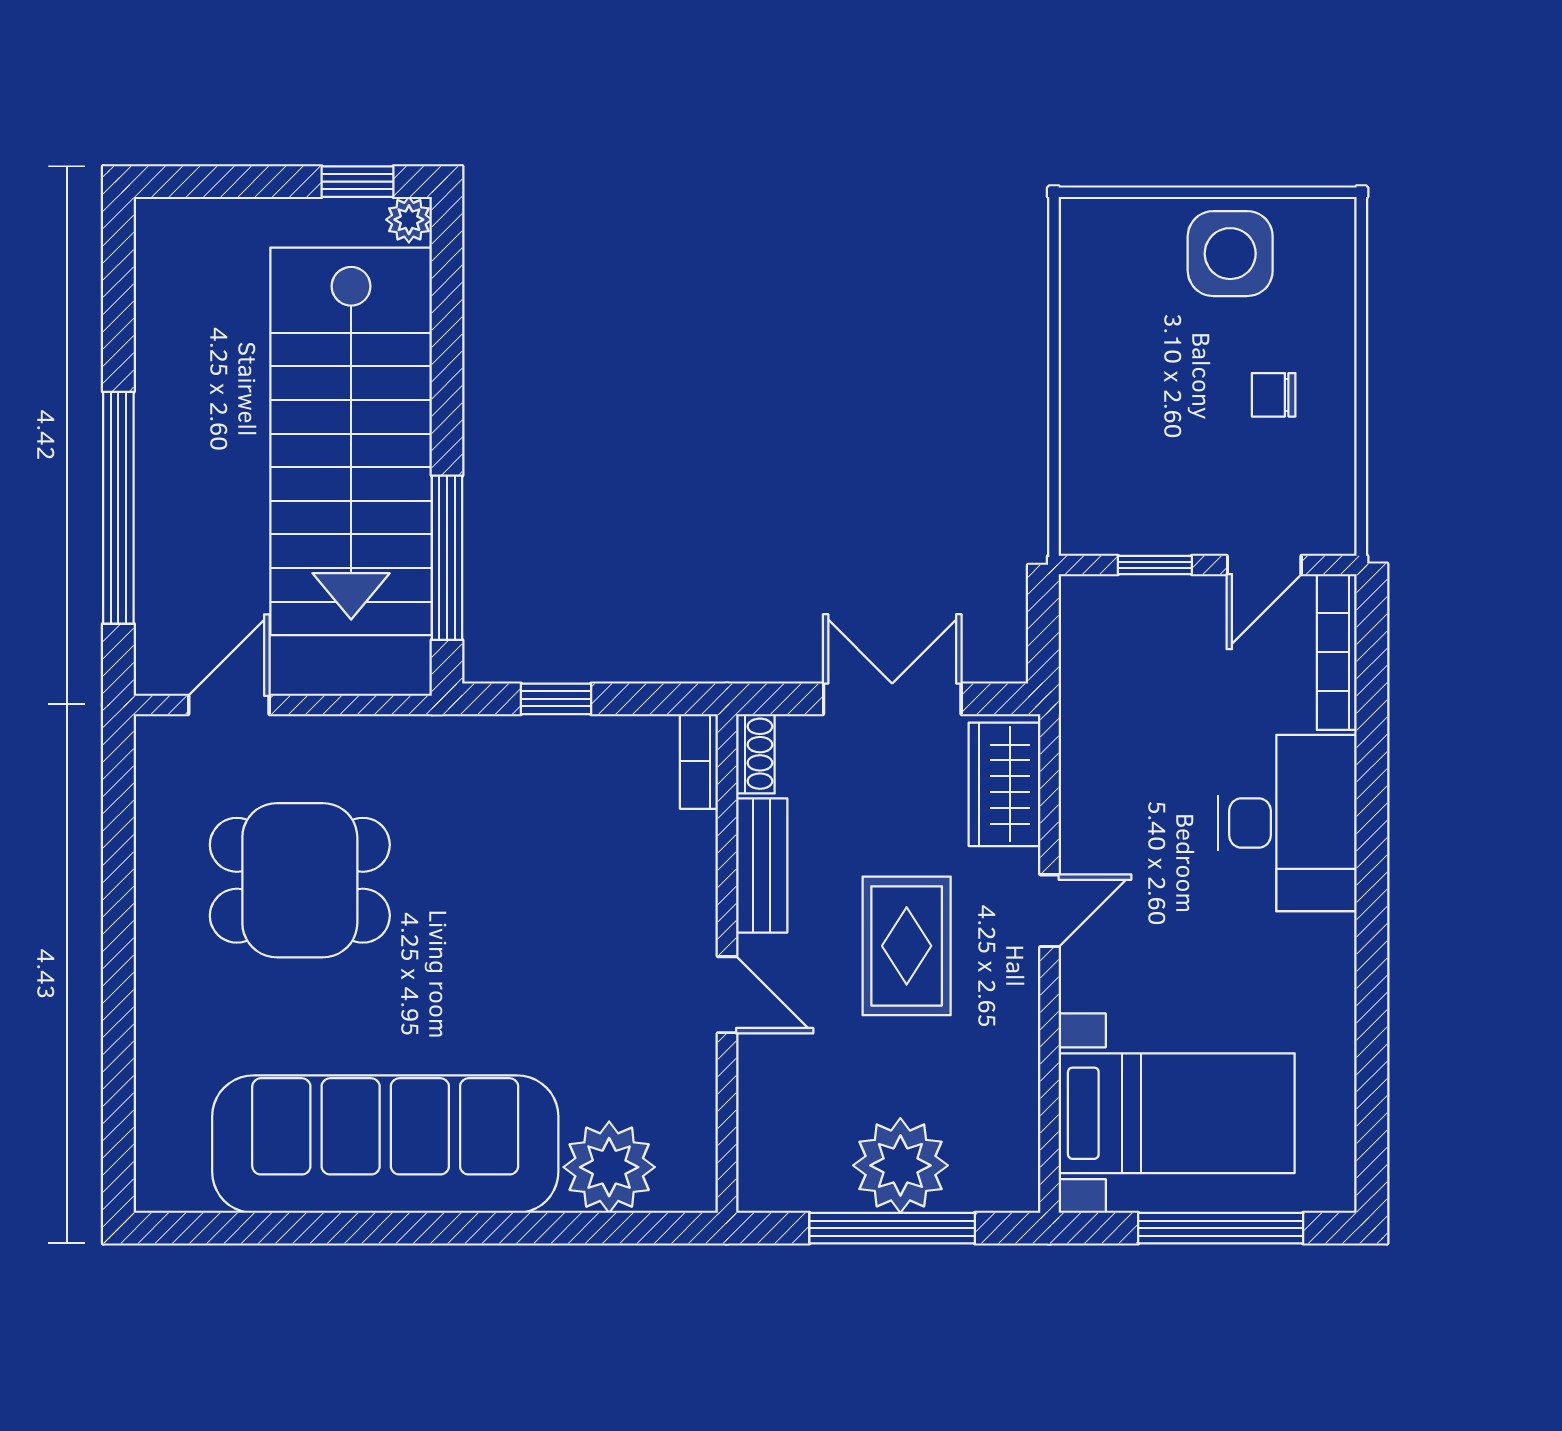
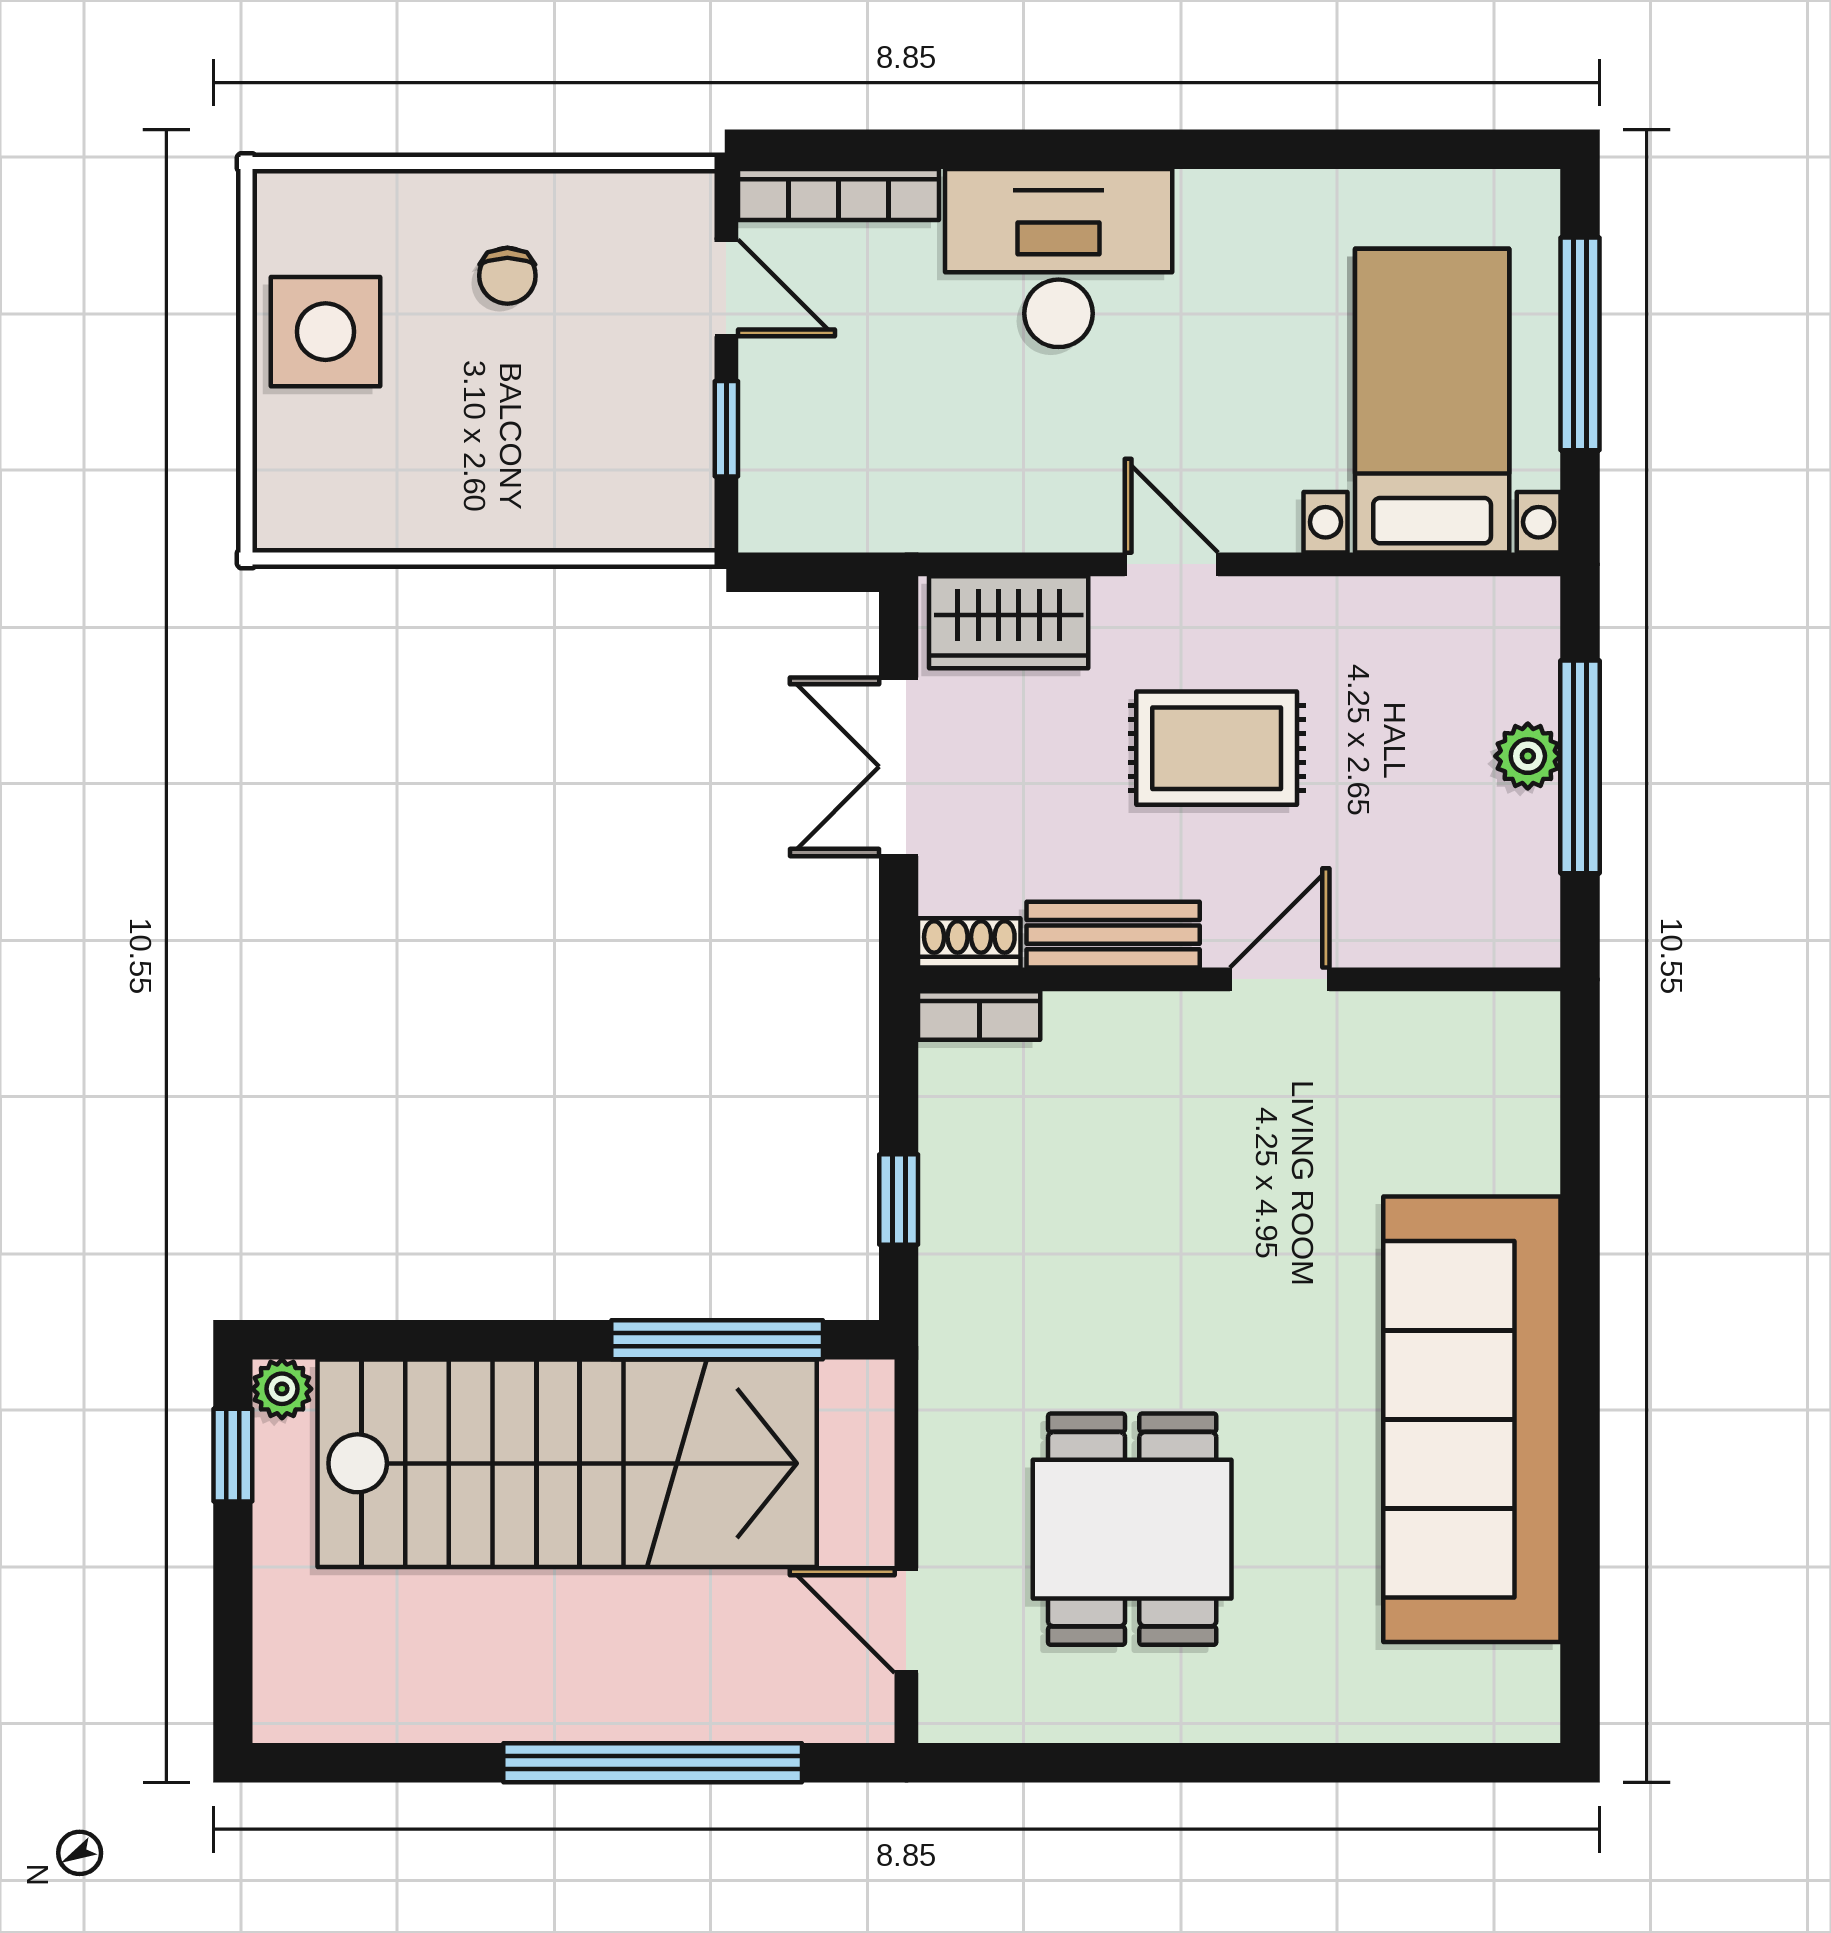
plant: (900, 1165) -> (1528, 756), width x0.53, depth x0.53
plant: (609, 1167) -> (1501, 1131), removed

